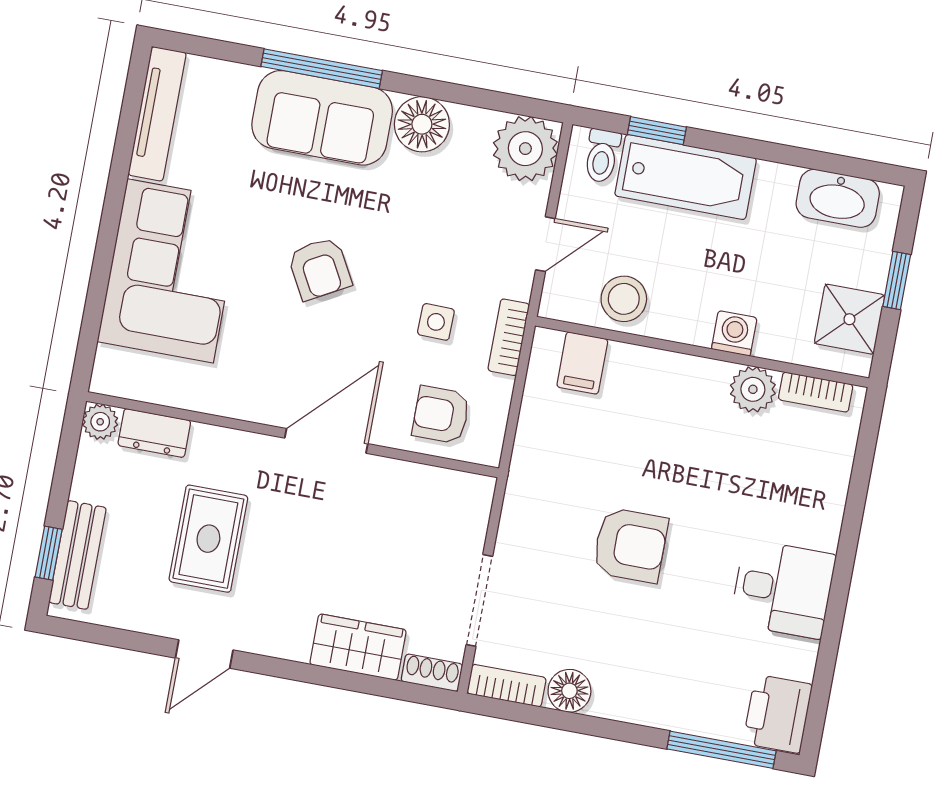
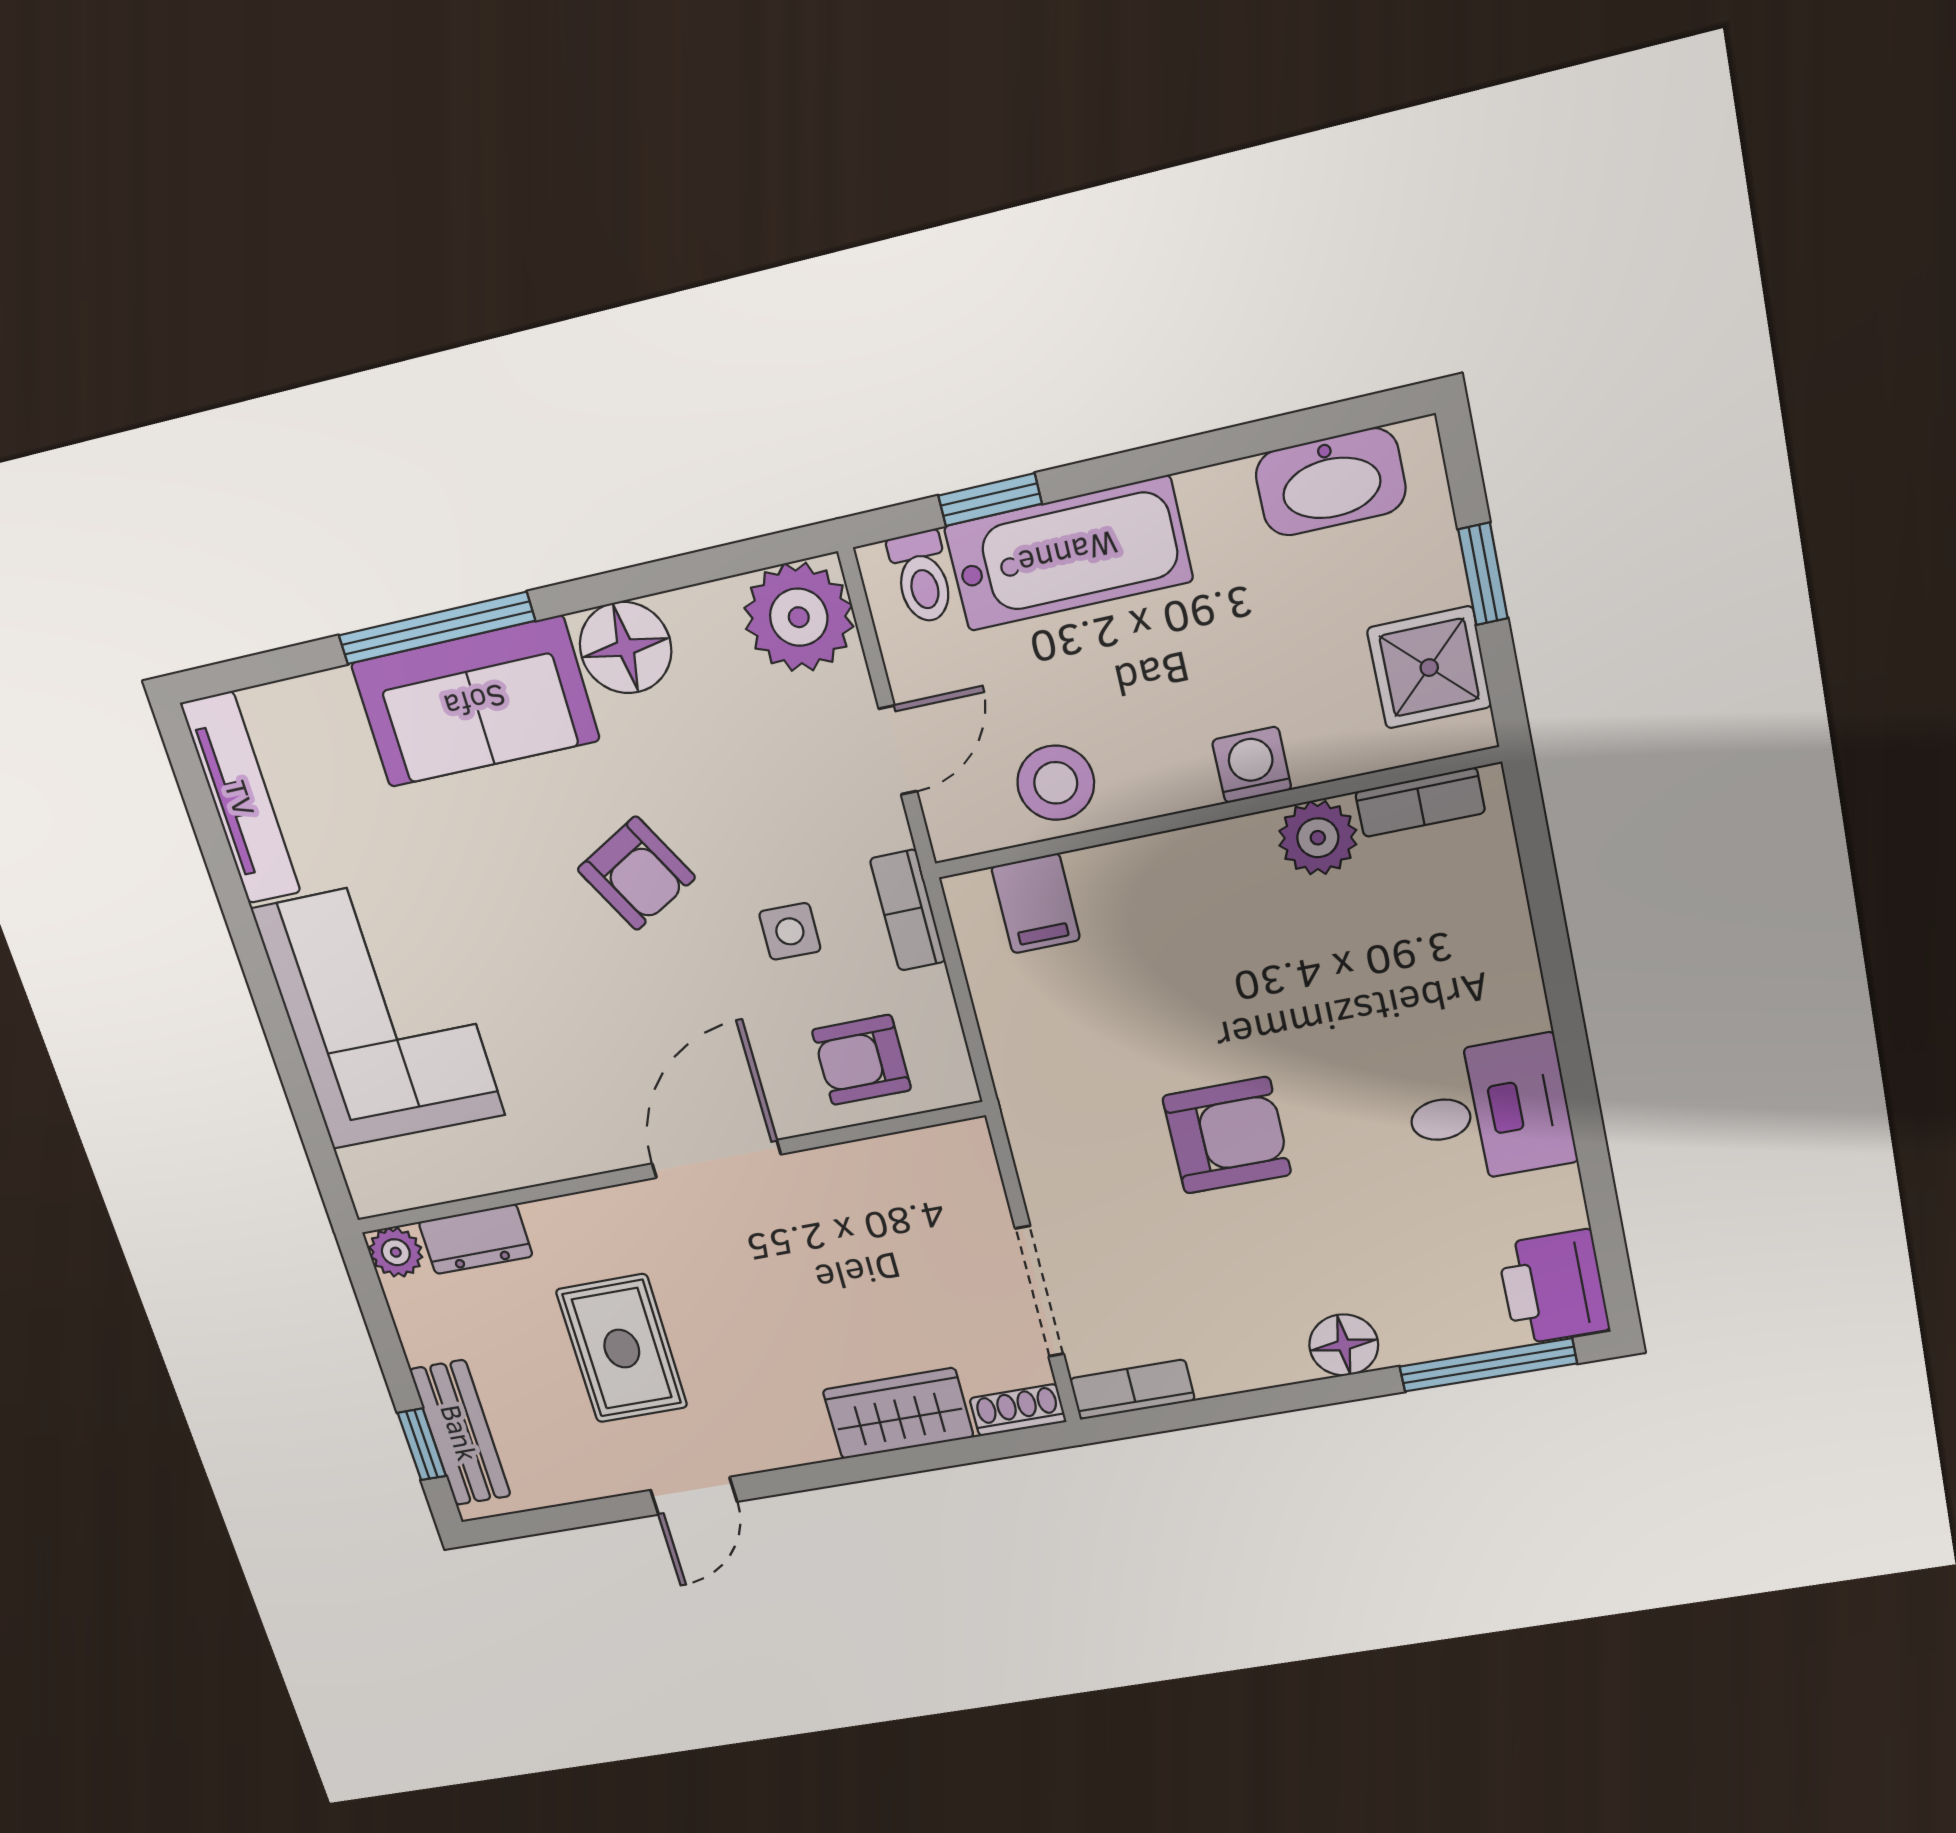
armchair: (320, 269) -> (636, 873), moved
floor lamp: (569, 691) -> (1344, 1345), moved

